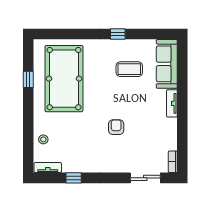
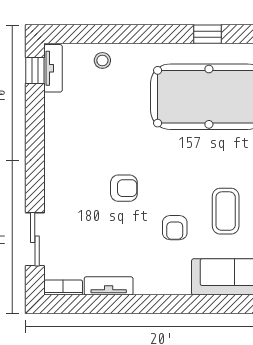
armchair: (139, 98) -> (175, 228), added
tv unit: (172, 103) -> (109, 286), moved
window: (74, 178) -> (35, 71), moved

